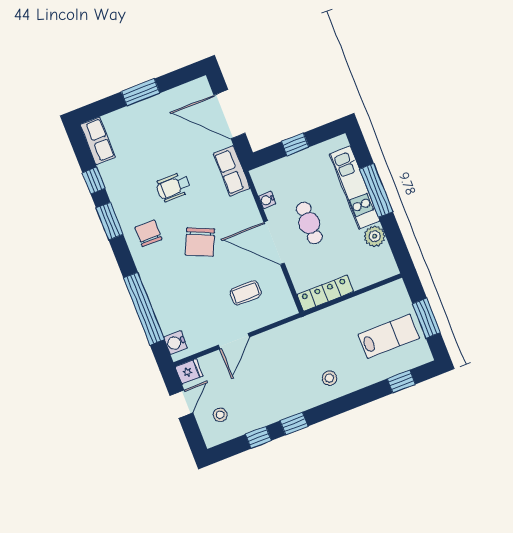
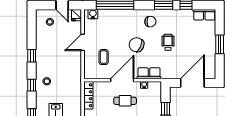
row of seats: (232, 171) -> (149, 73), moved
door: (234, 341) -> (83, 42), hinge flipped
window: (258, 437) -> (32, 85), moved

